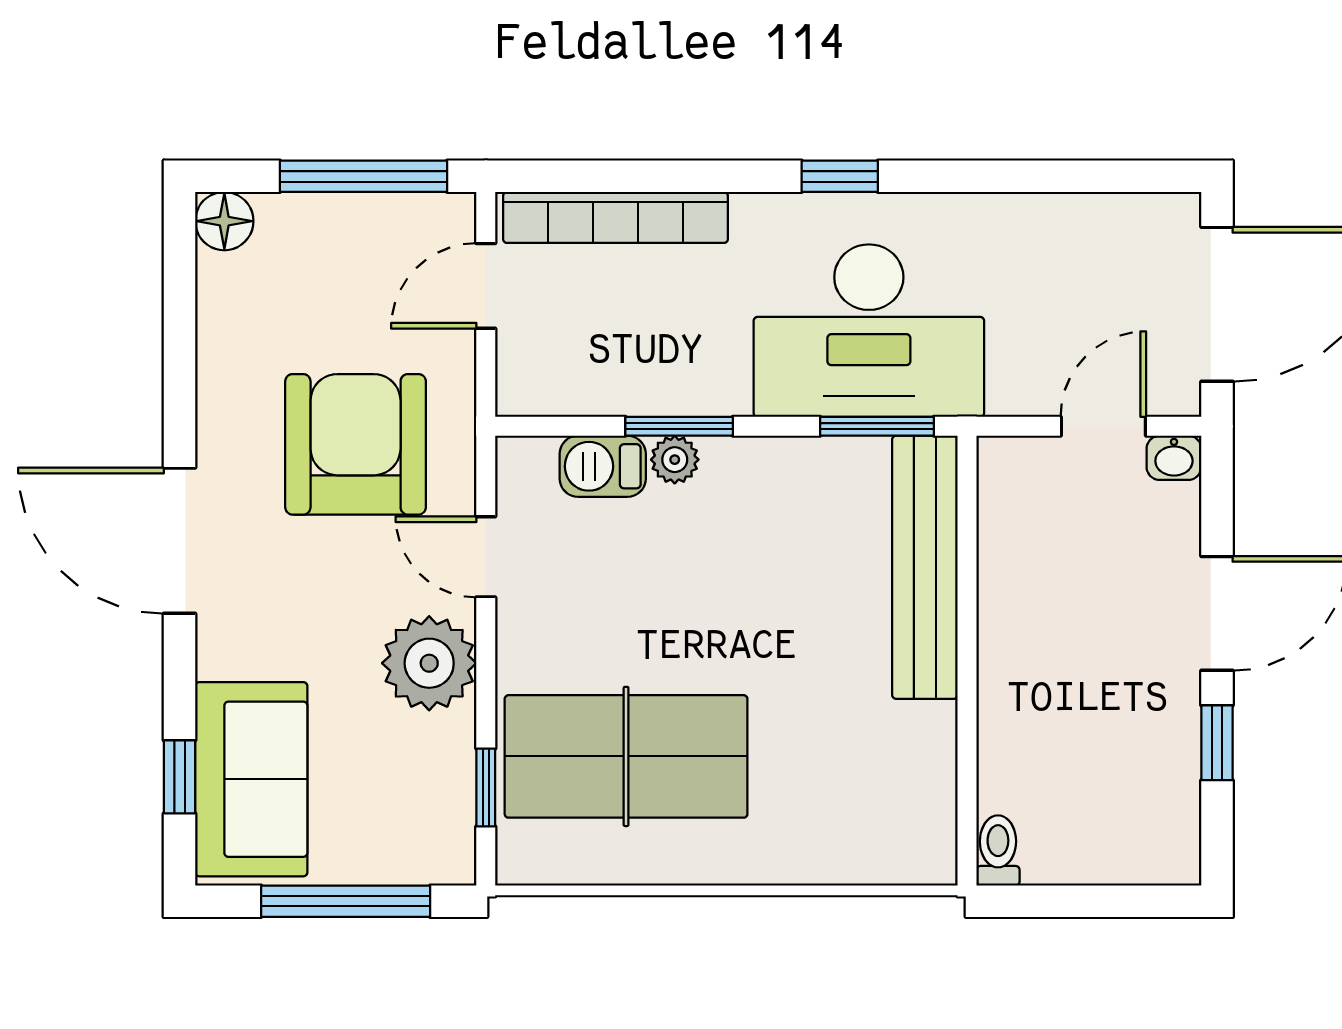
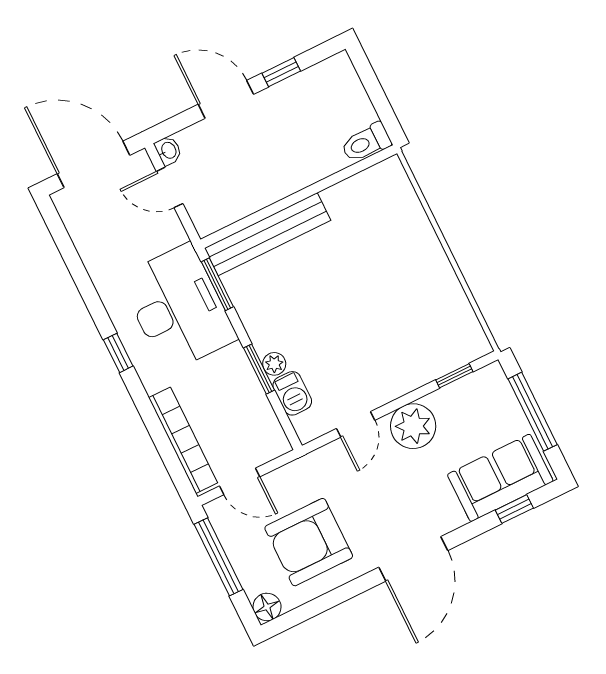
armchair: (356, 444) -> (309, 542), moved
table tennis table: (626, 756) -> (412, 322), removed
toilet: (998, 851) -> (366, 143), width x1.37, depth x1.39

